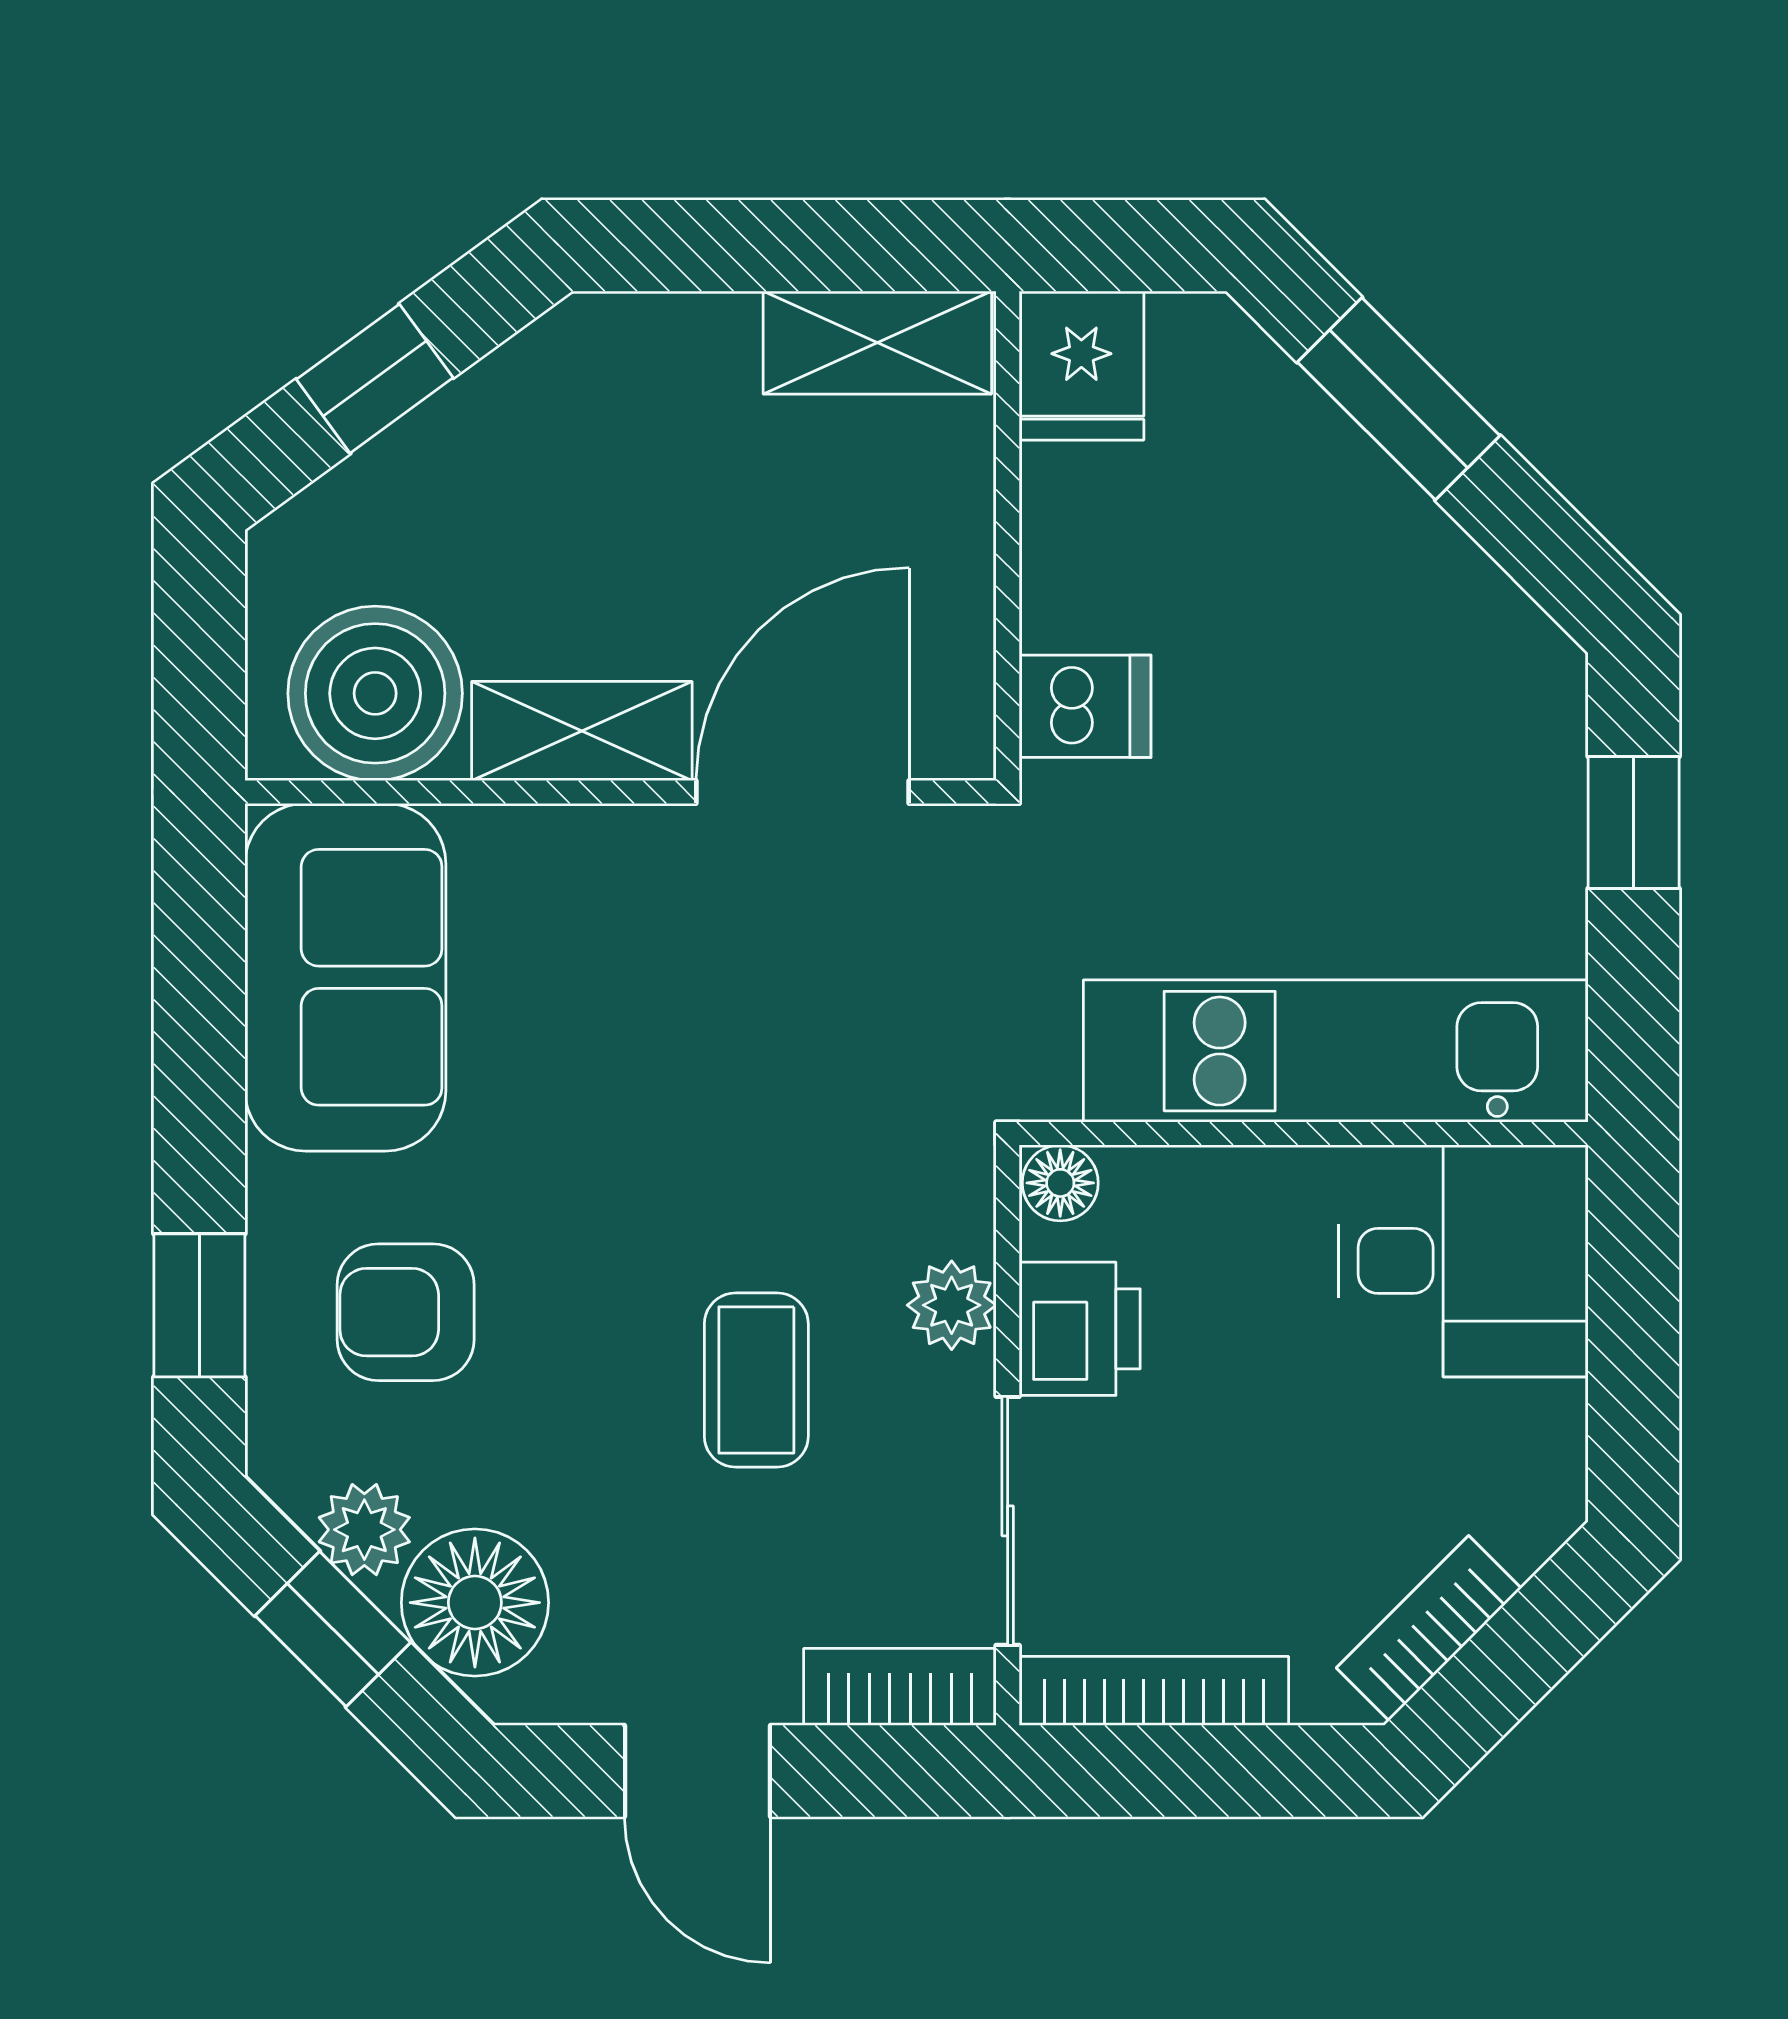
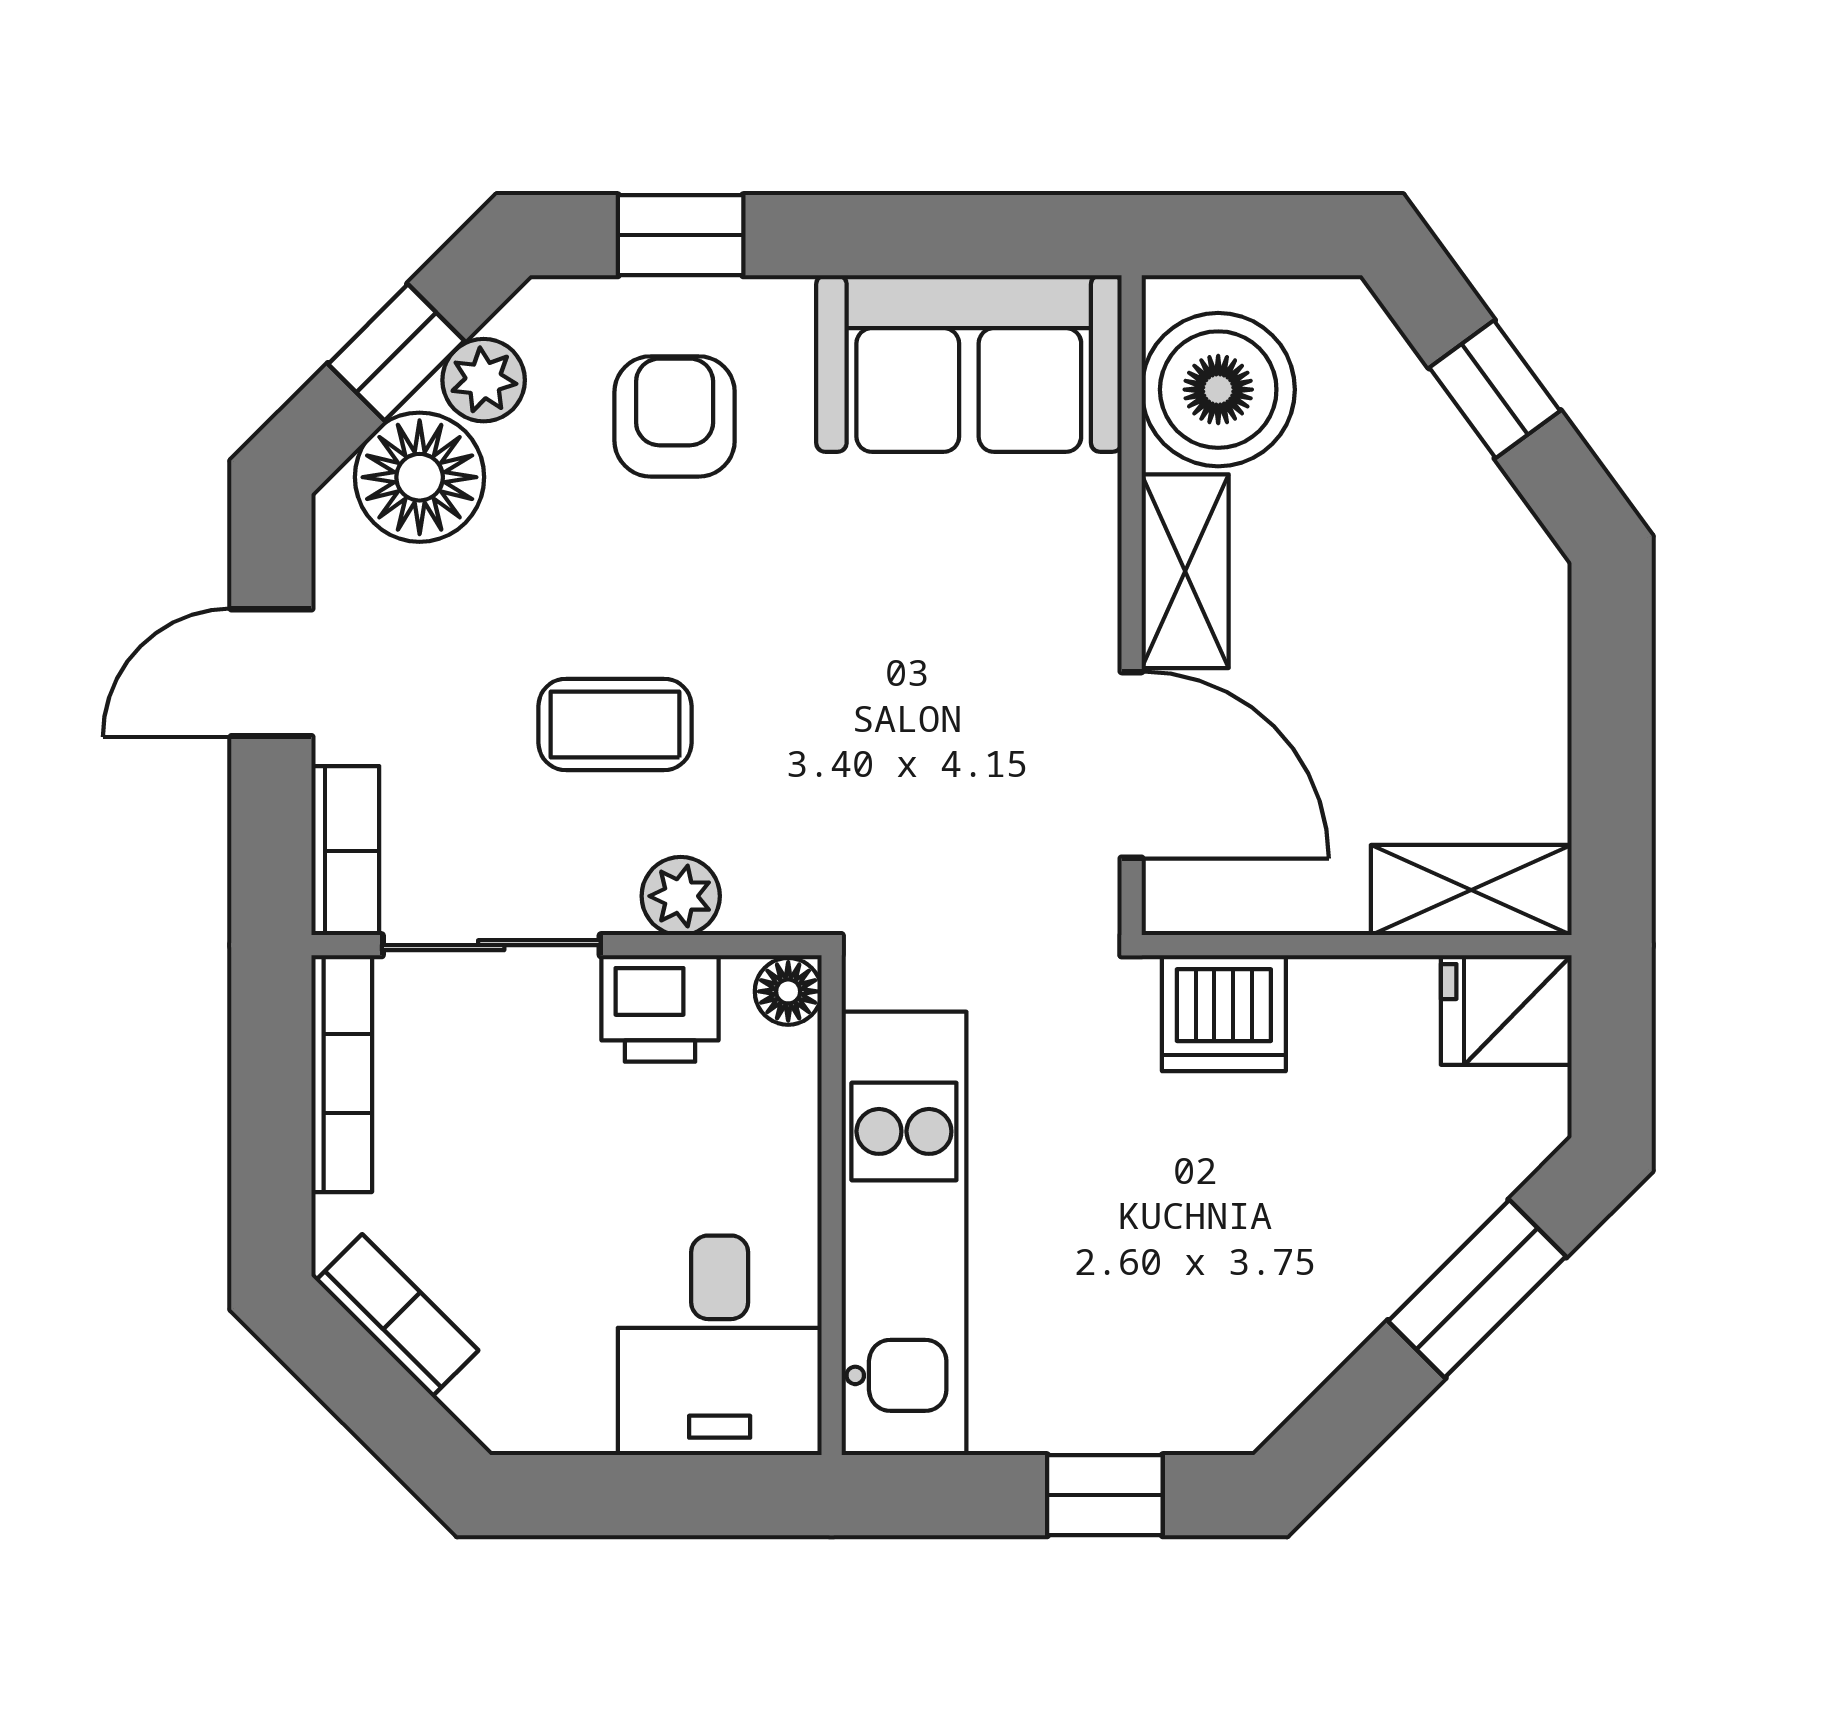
shelving: (877, 343) -> (1471, 890), moved, turned 90
dishwasher: (1085, 706) -> (1224, 1013), width x1.38

